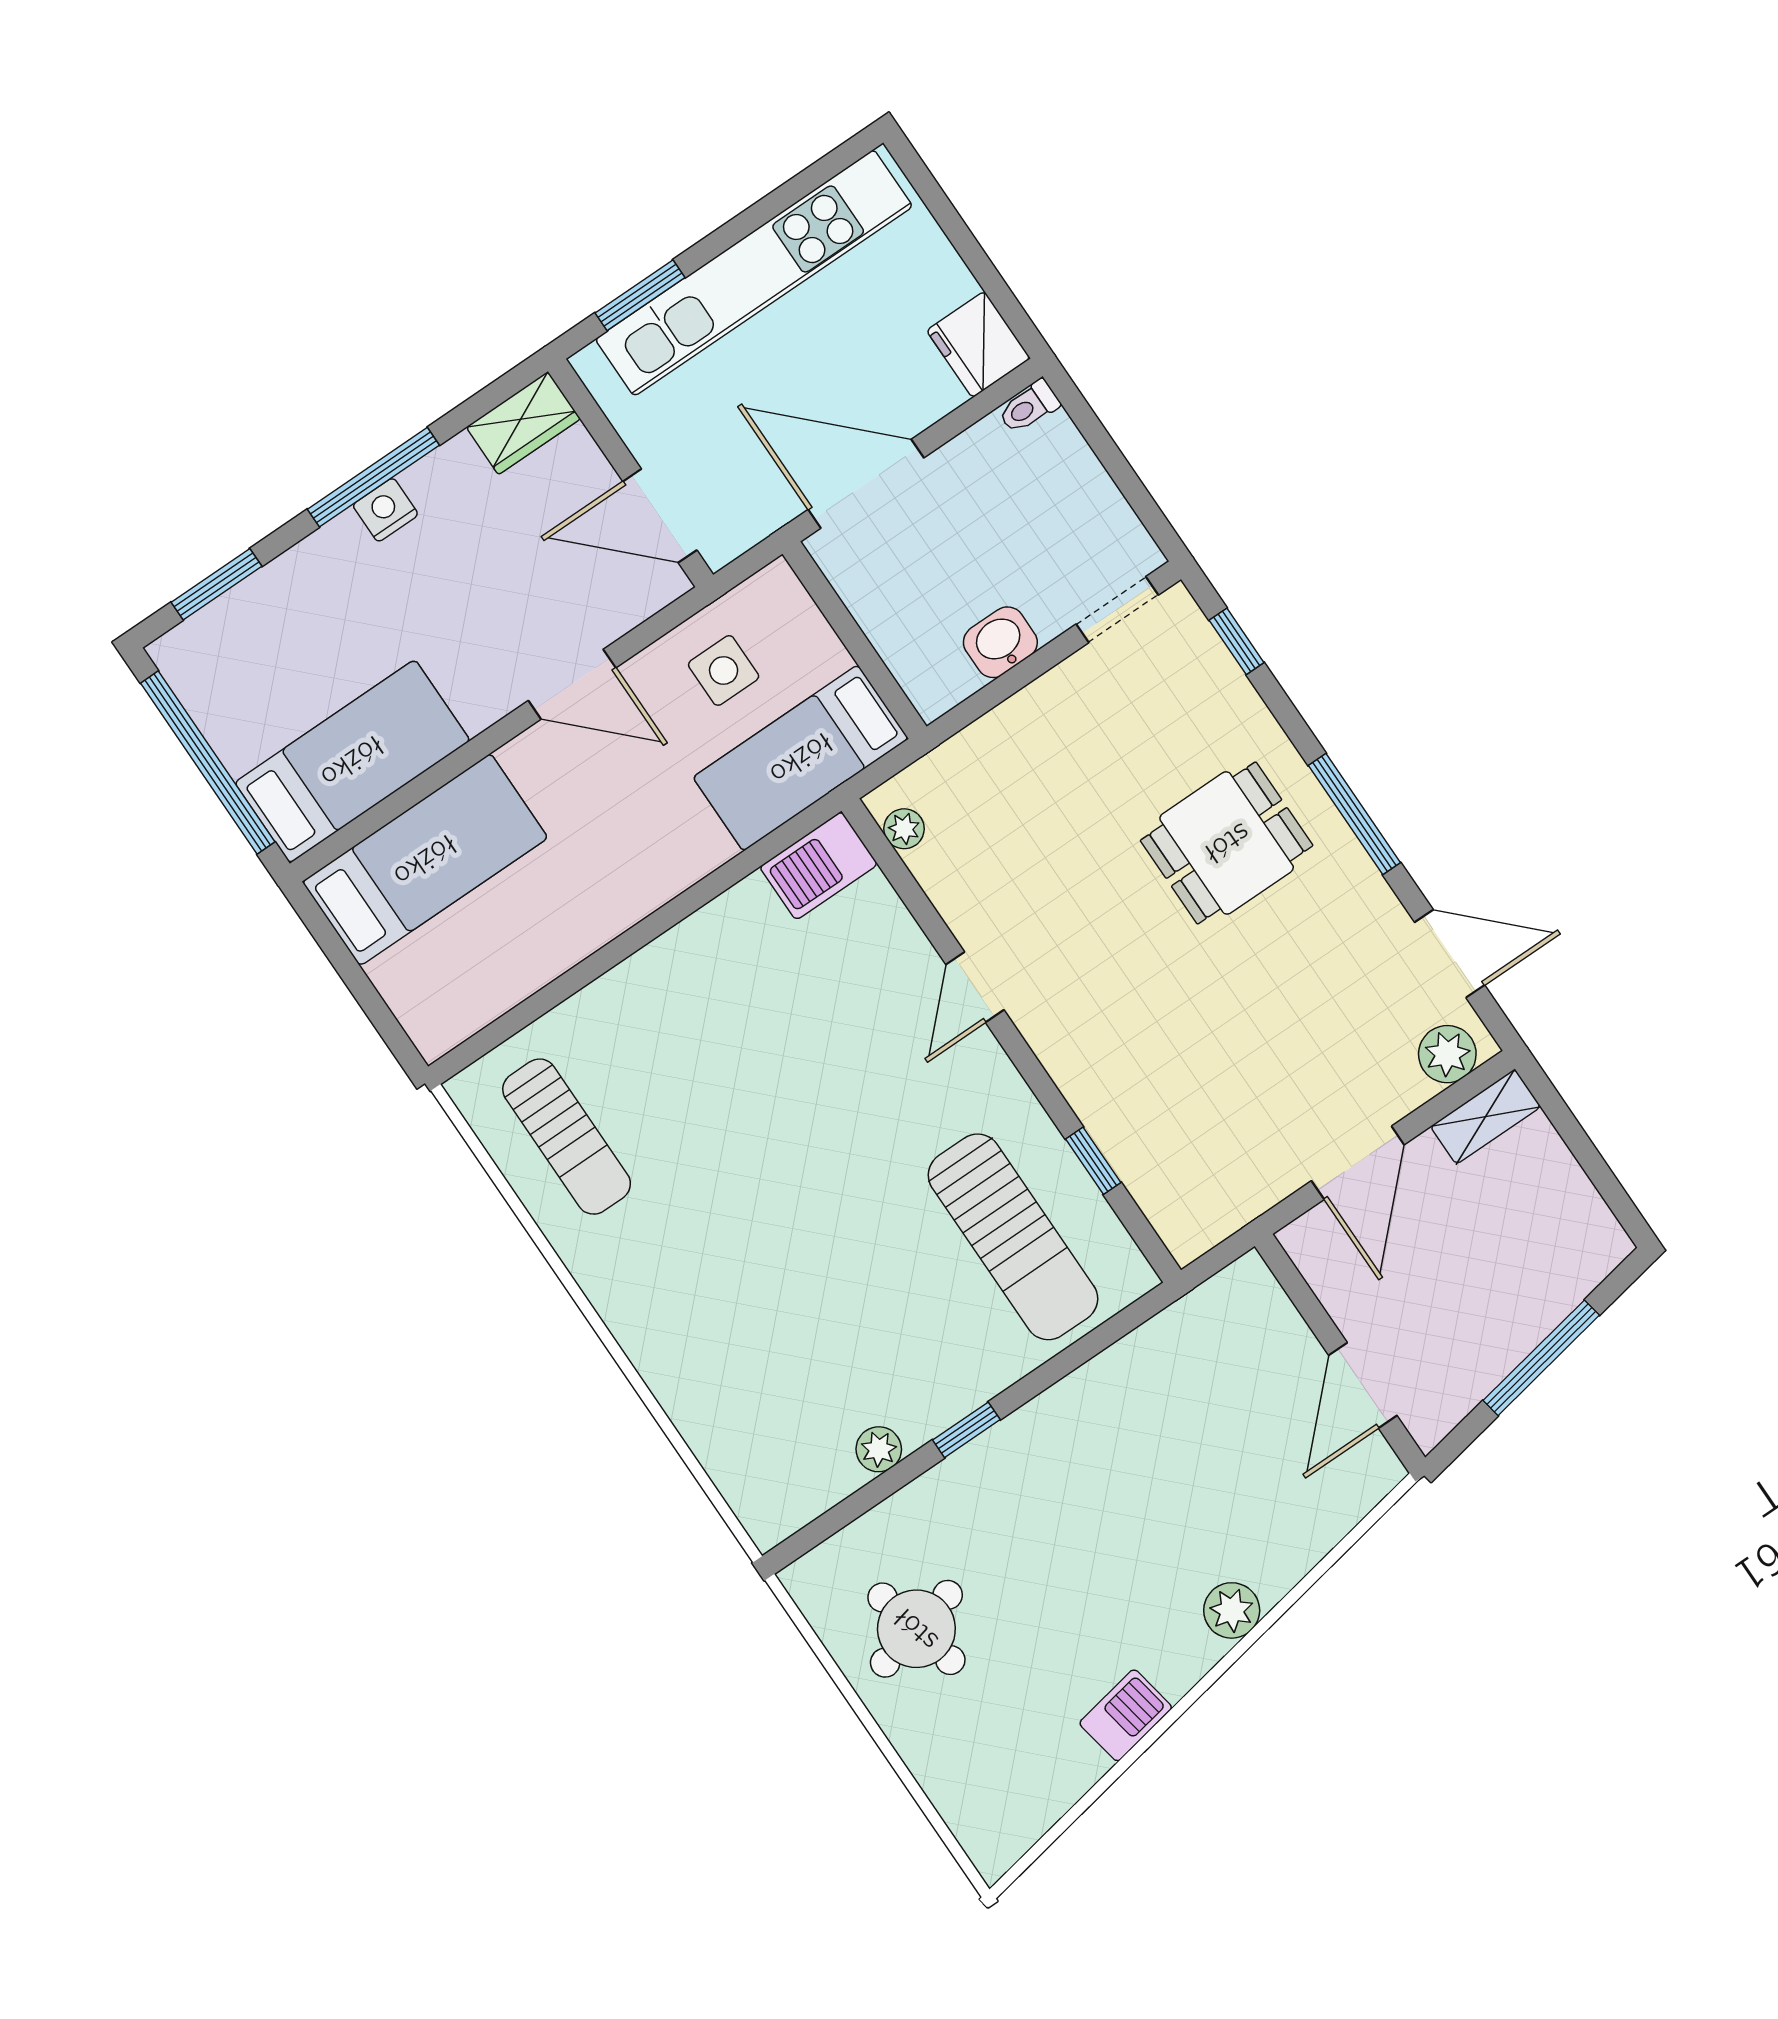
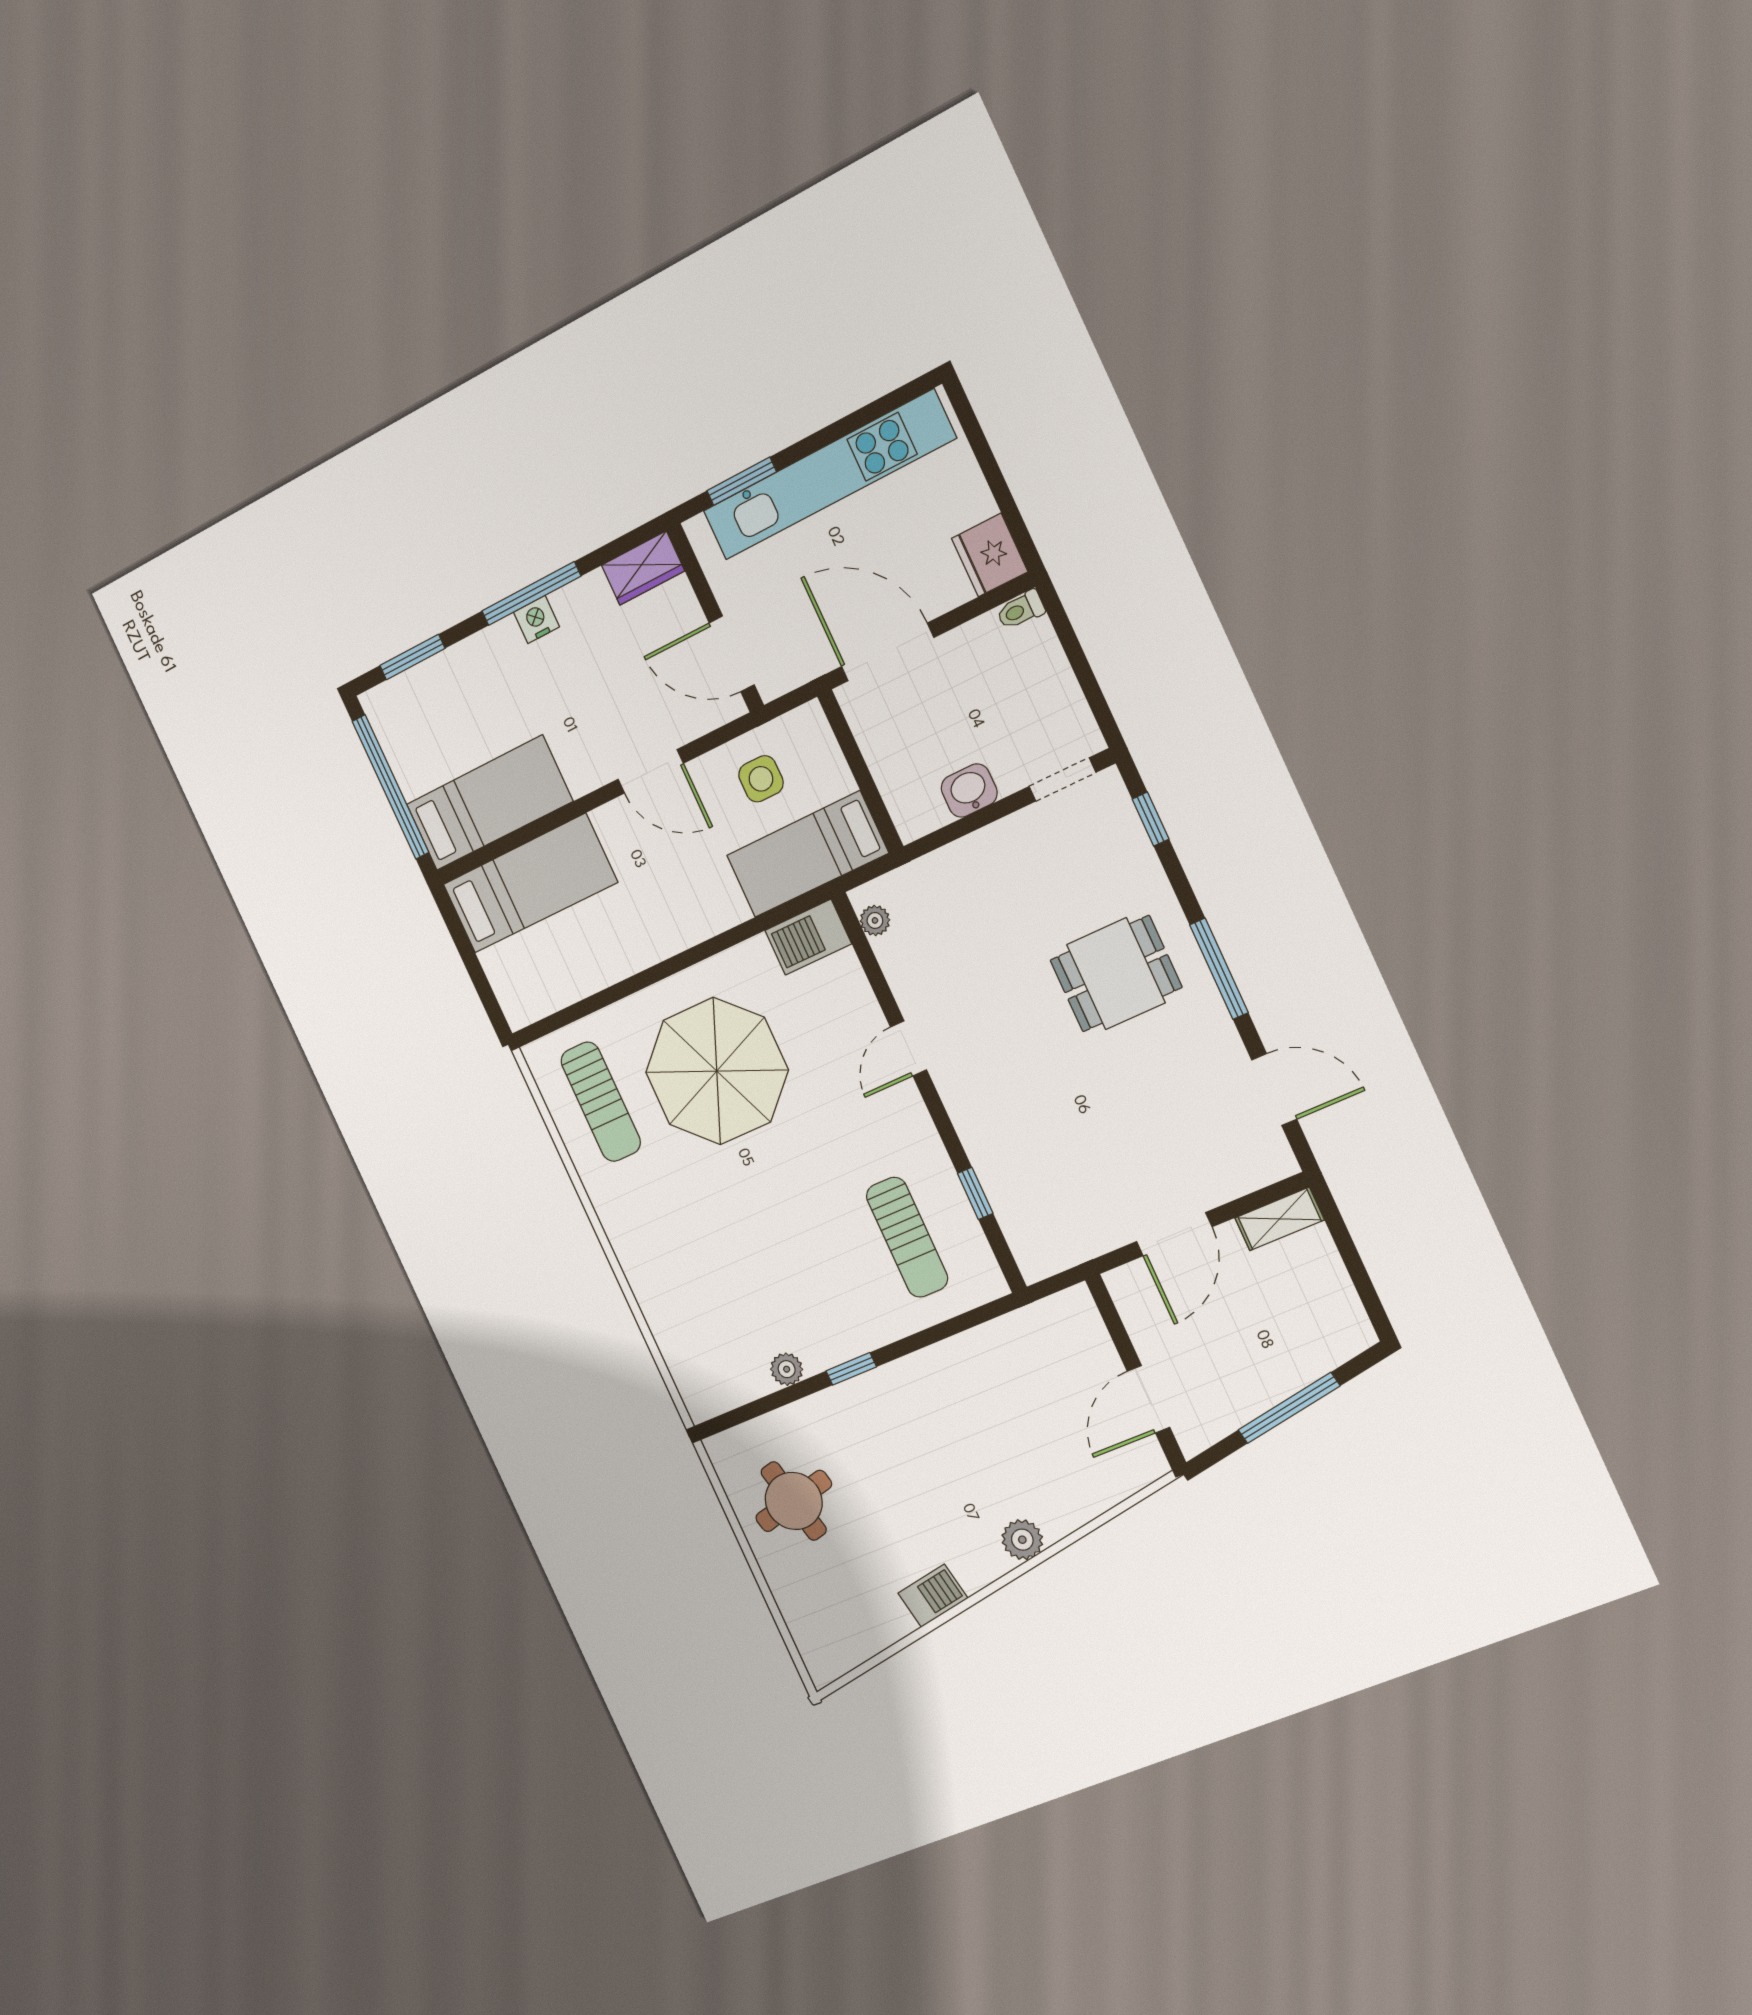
plant: (1447, 1054) -> (1258, 1166), removed
parasol: (722, 1065) -> (717, 1071), added
sun lounger: (1013, 1237) -> (907, 1237), width x0.73, depth x0.75

